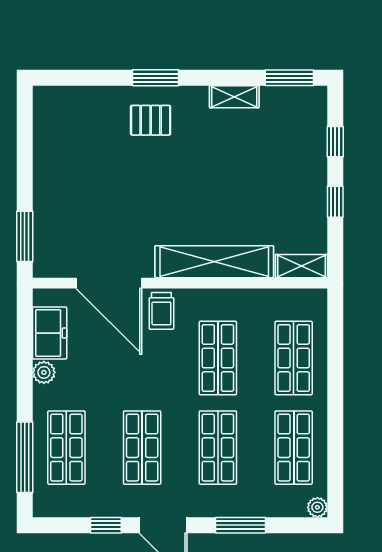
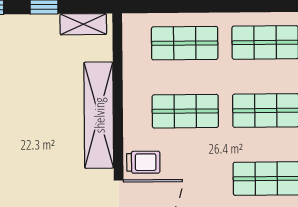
shelving: (301, 266) -> (83, 24), moved, turned 90

